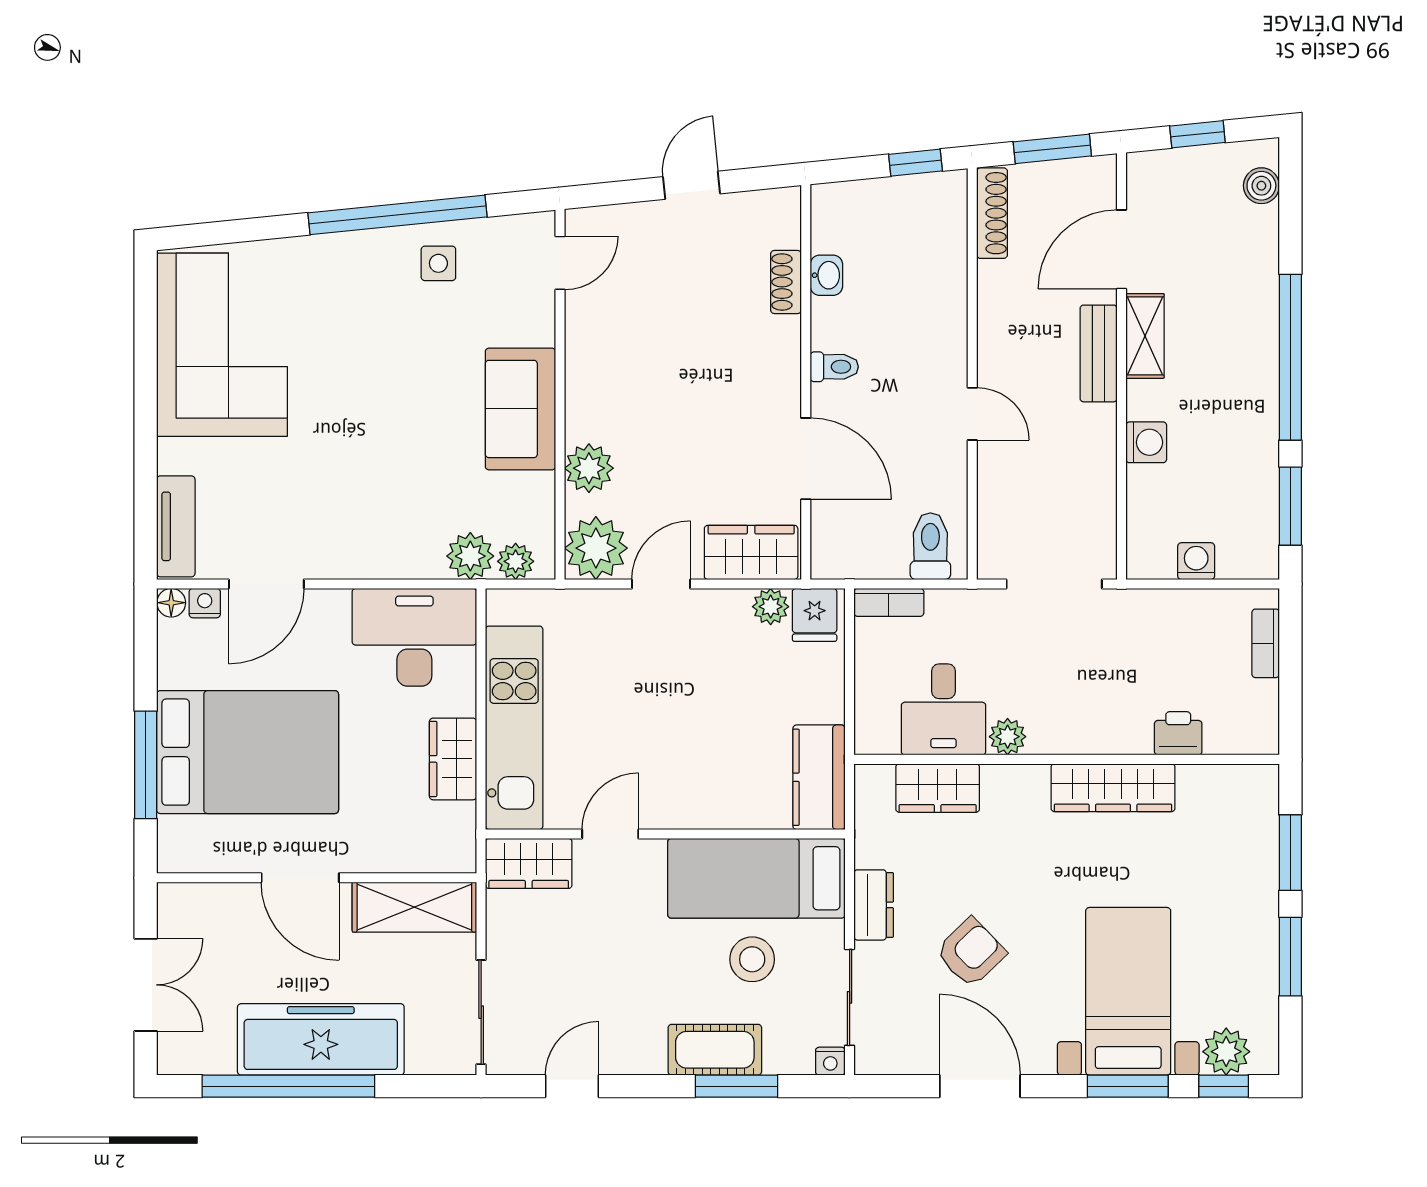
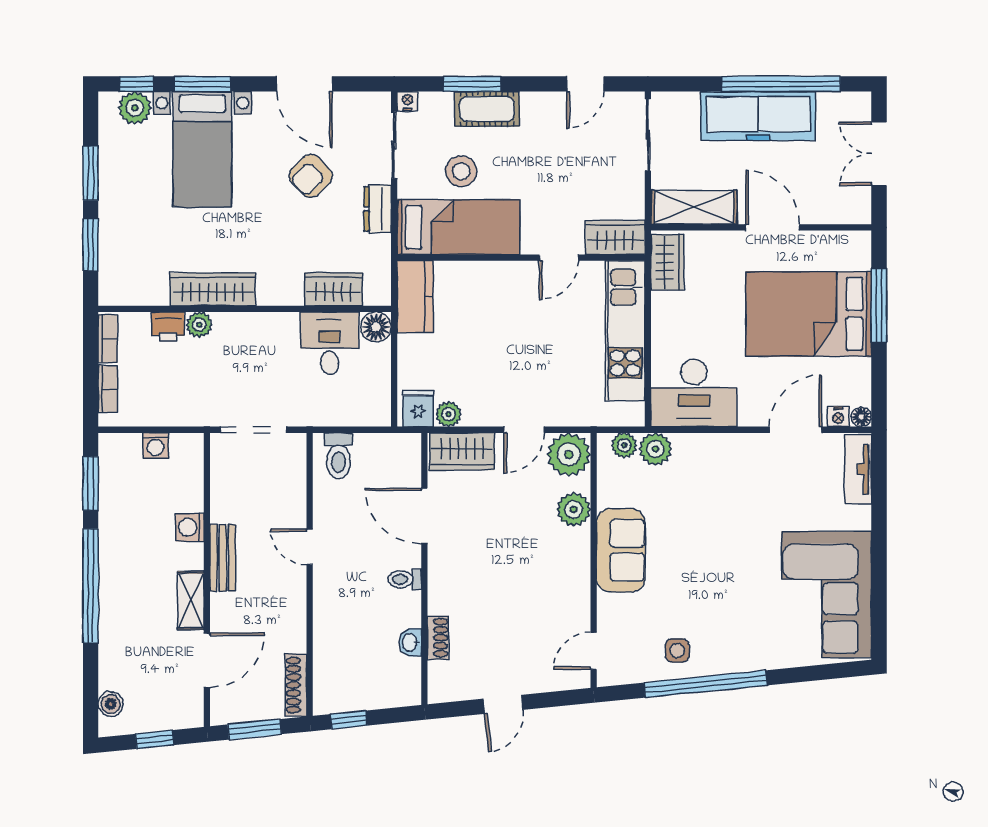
bench: (1099, 353) -> (223, 558), moved
bookcase: (889, 602) -> (108, 339), moved, turned 90
floor lamp: (876, 733) -> (376, 327), added
plant: (1008, 737) -> (199, 325), moved
wardrobe: (453, 759) -> (667, 262), moved

